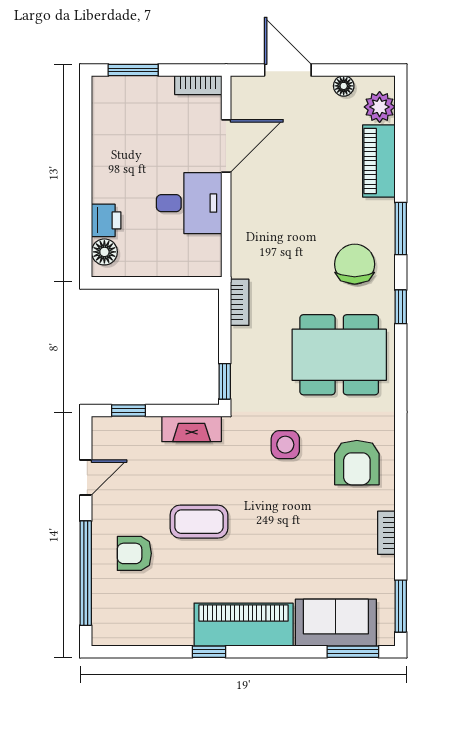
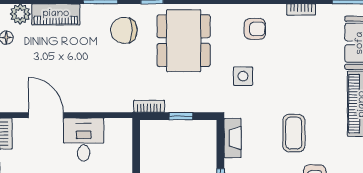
window: (225, 381) -> (181, 116), moved
armchair: (357, 463) -> (255, 29), width x0.72, depth x0.72

